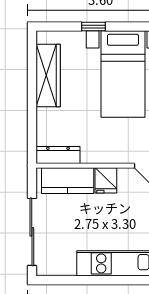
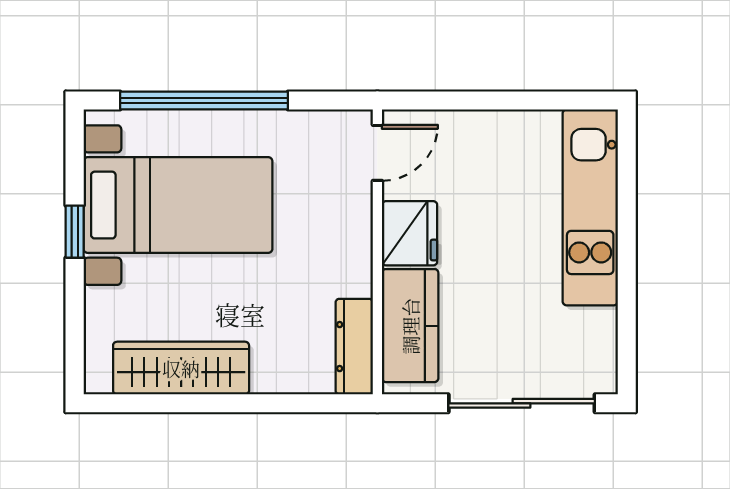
window: (93, 27) -> (75, 232), moved
fridge: (106, 180) -> (410, 233), width x1.38

